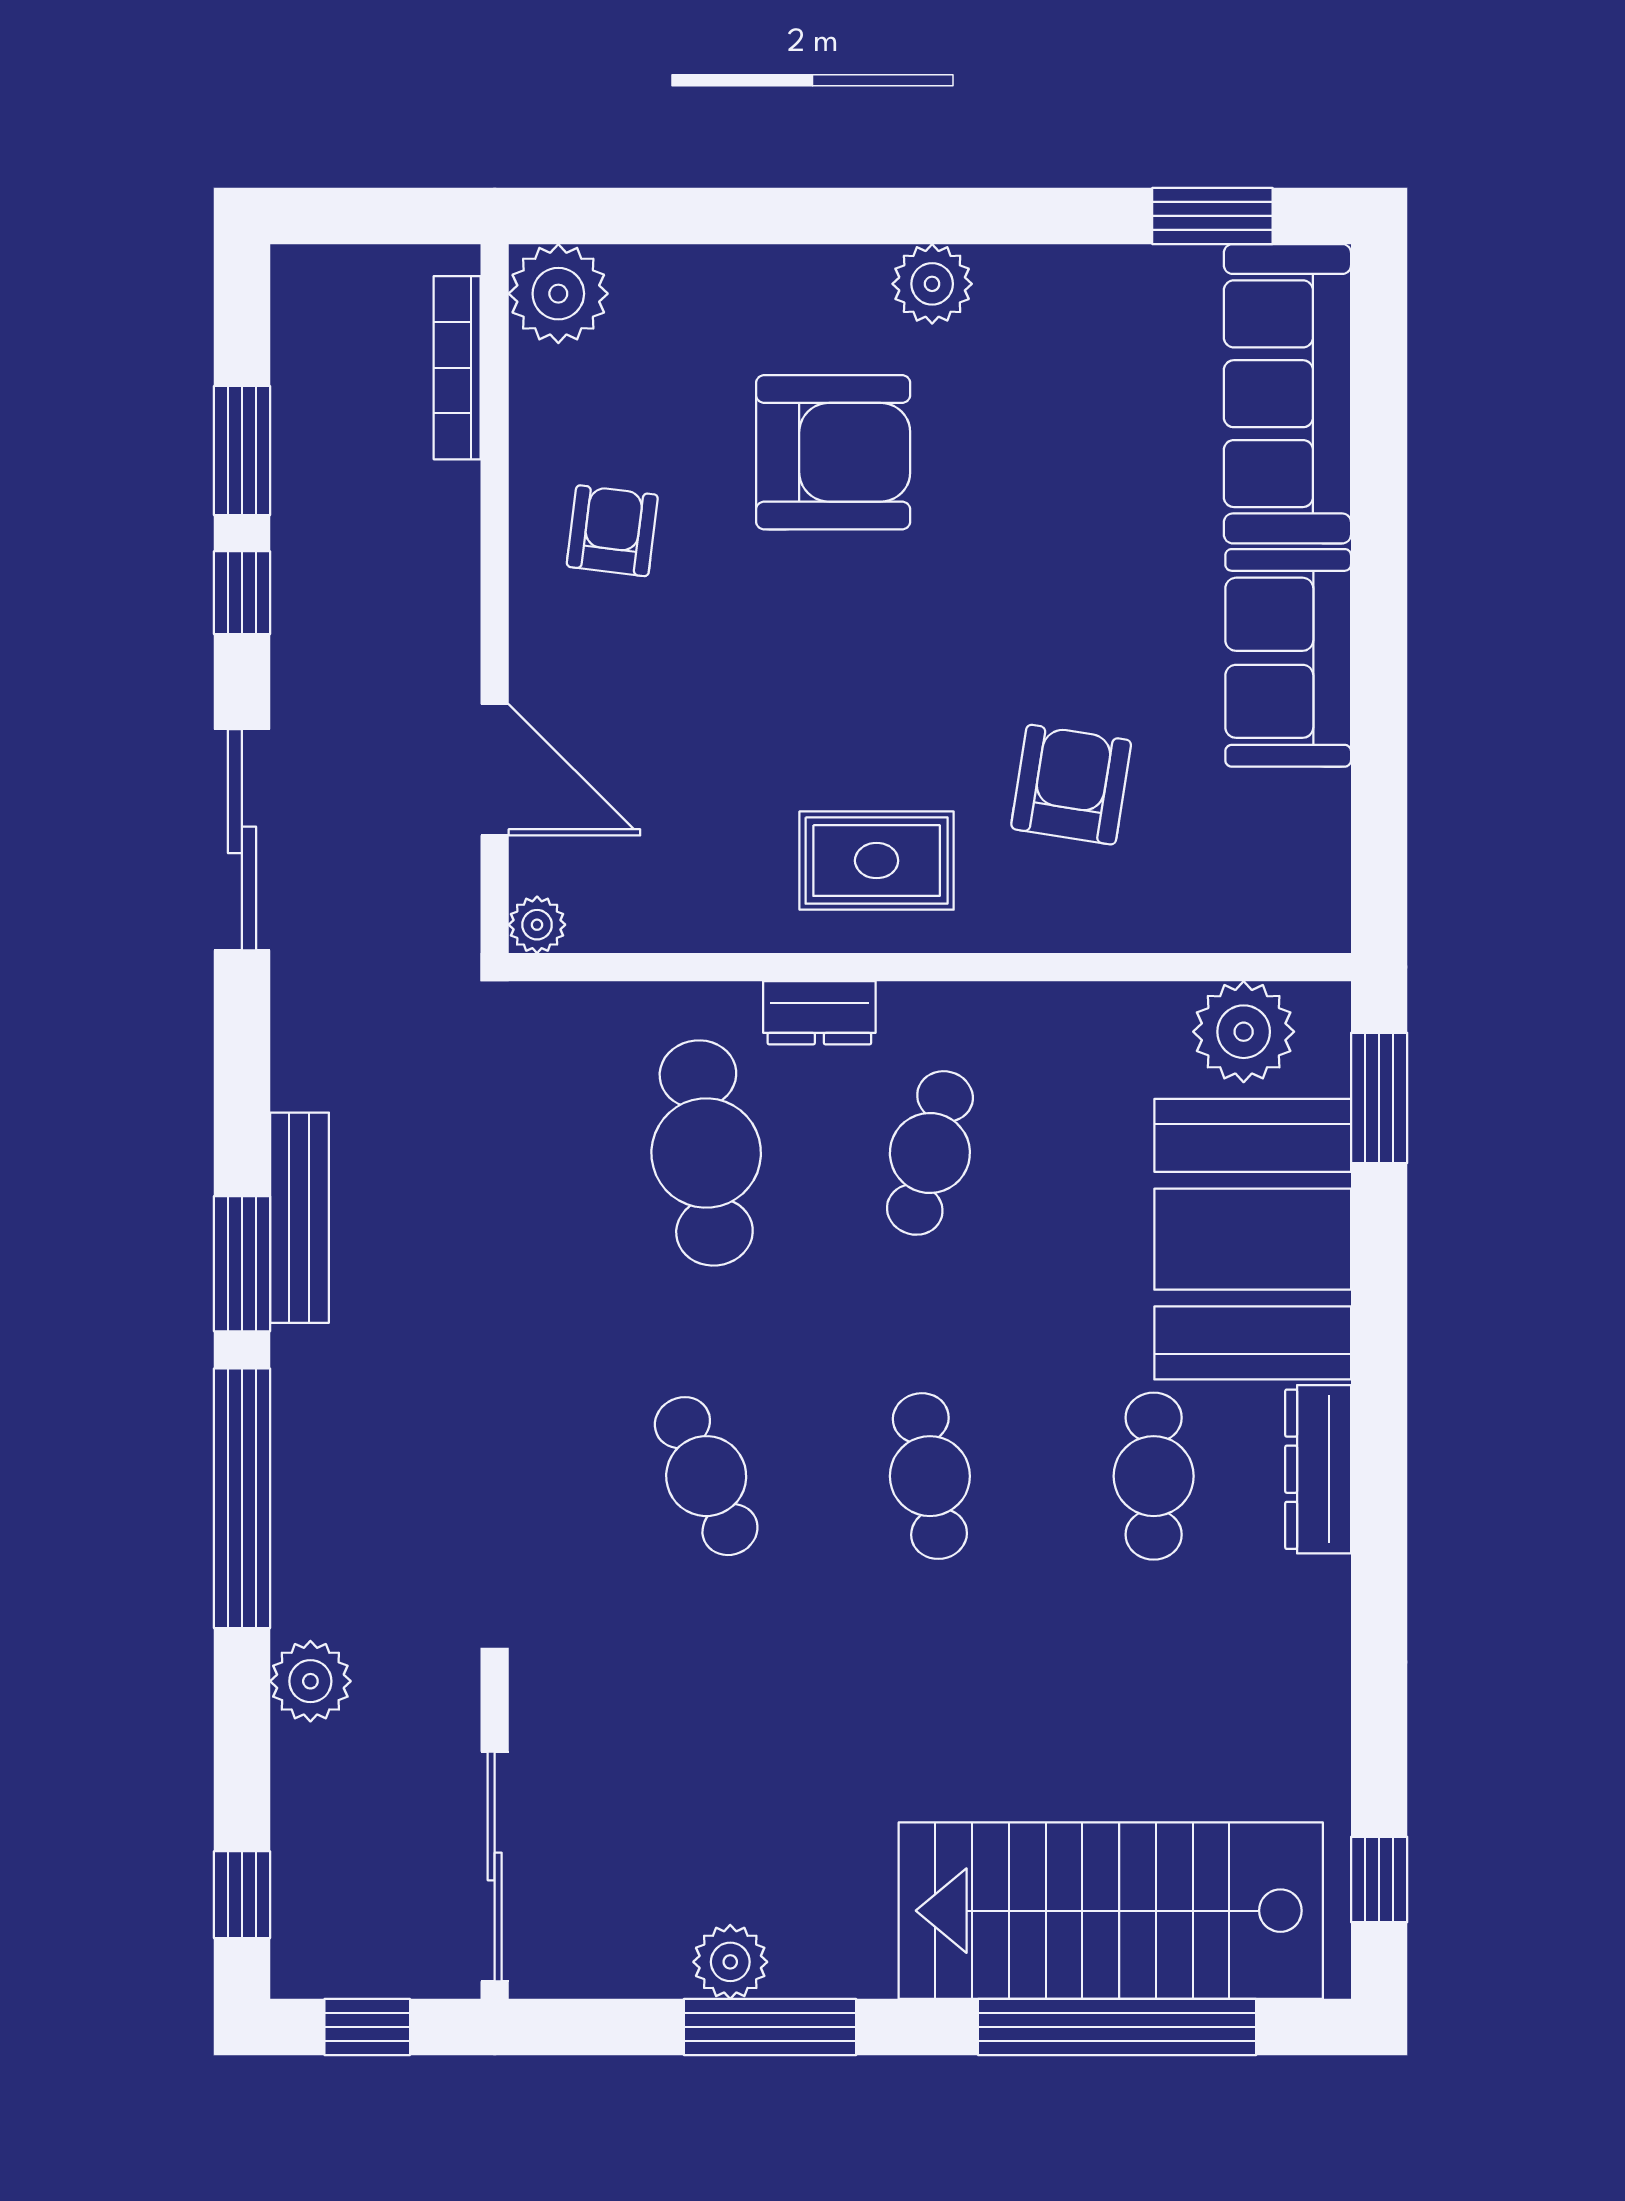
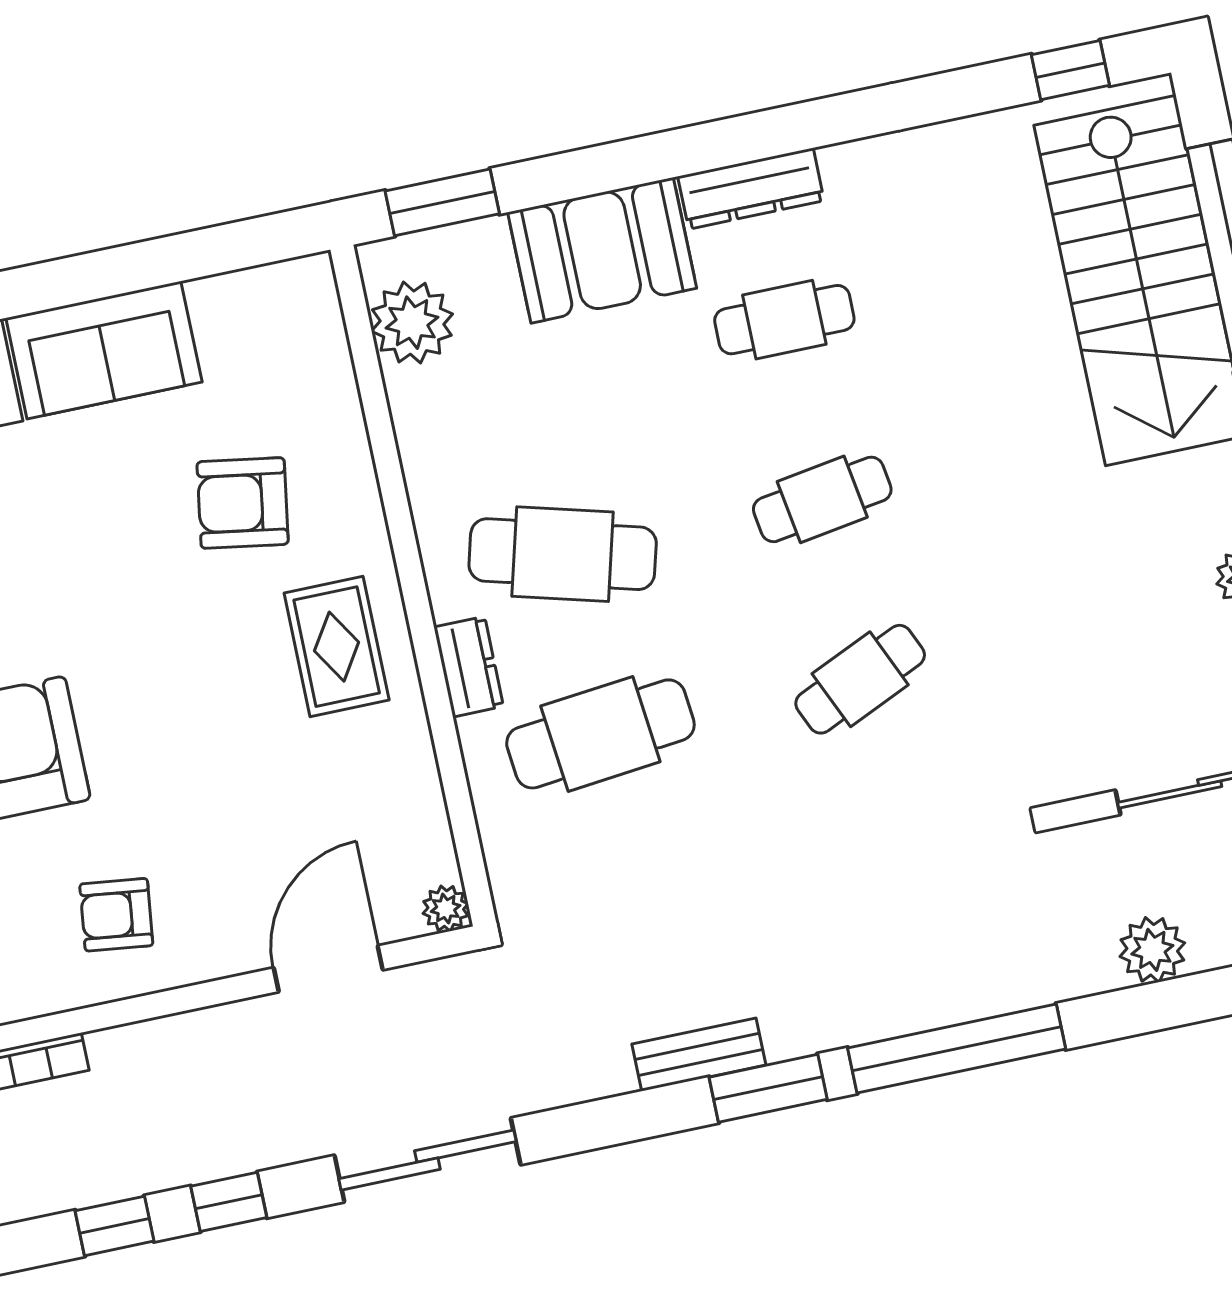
window: (242, 451) -> (115, 1226), width x0.67
cafe table: (930, 1153) -> (563, 554), width x1.37, depth x1.35
bench: (299, 1218) -> (699, 1055), width x0.73
booth: (1253, 1239) -> (602, 250), width x0.73, depth x0.70
plant: (310, 1681) -> (1152, 950), moved

